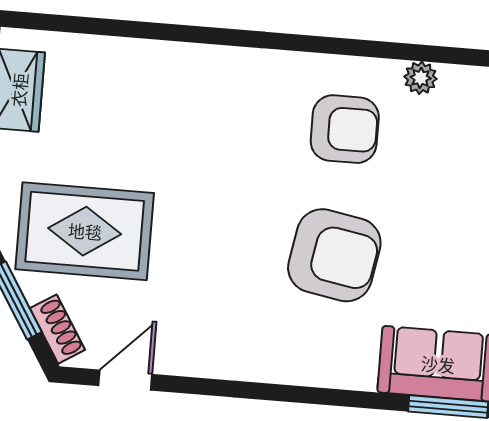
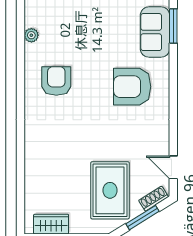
plant: (421, 78) -> (31, 35), moved
armchair: (334, 255) -> (132, 87), moved, turned -100

